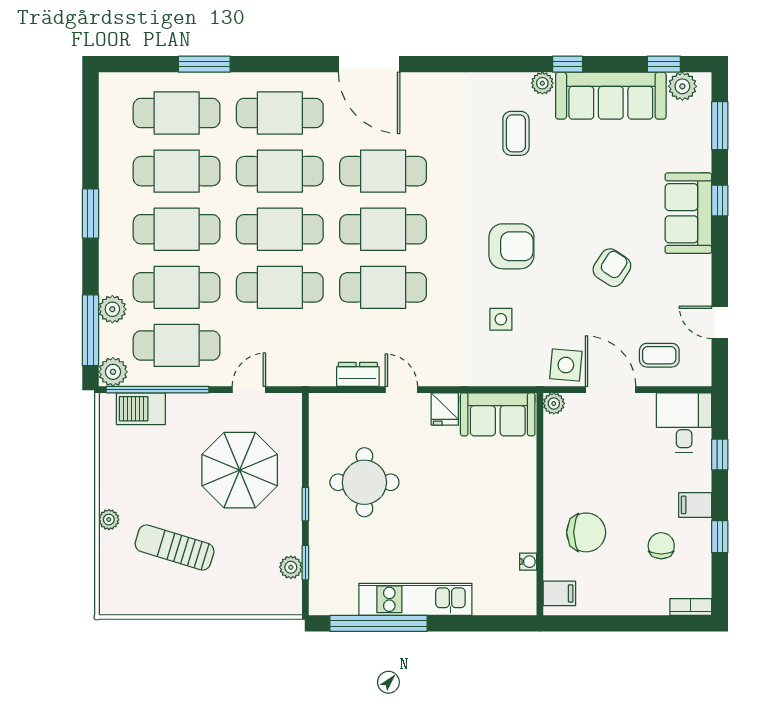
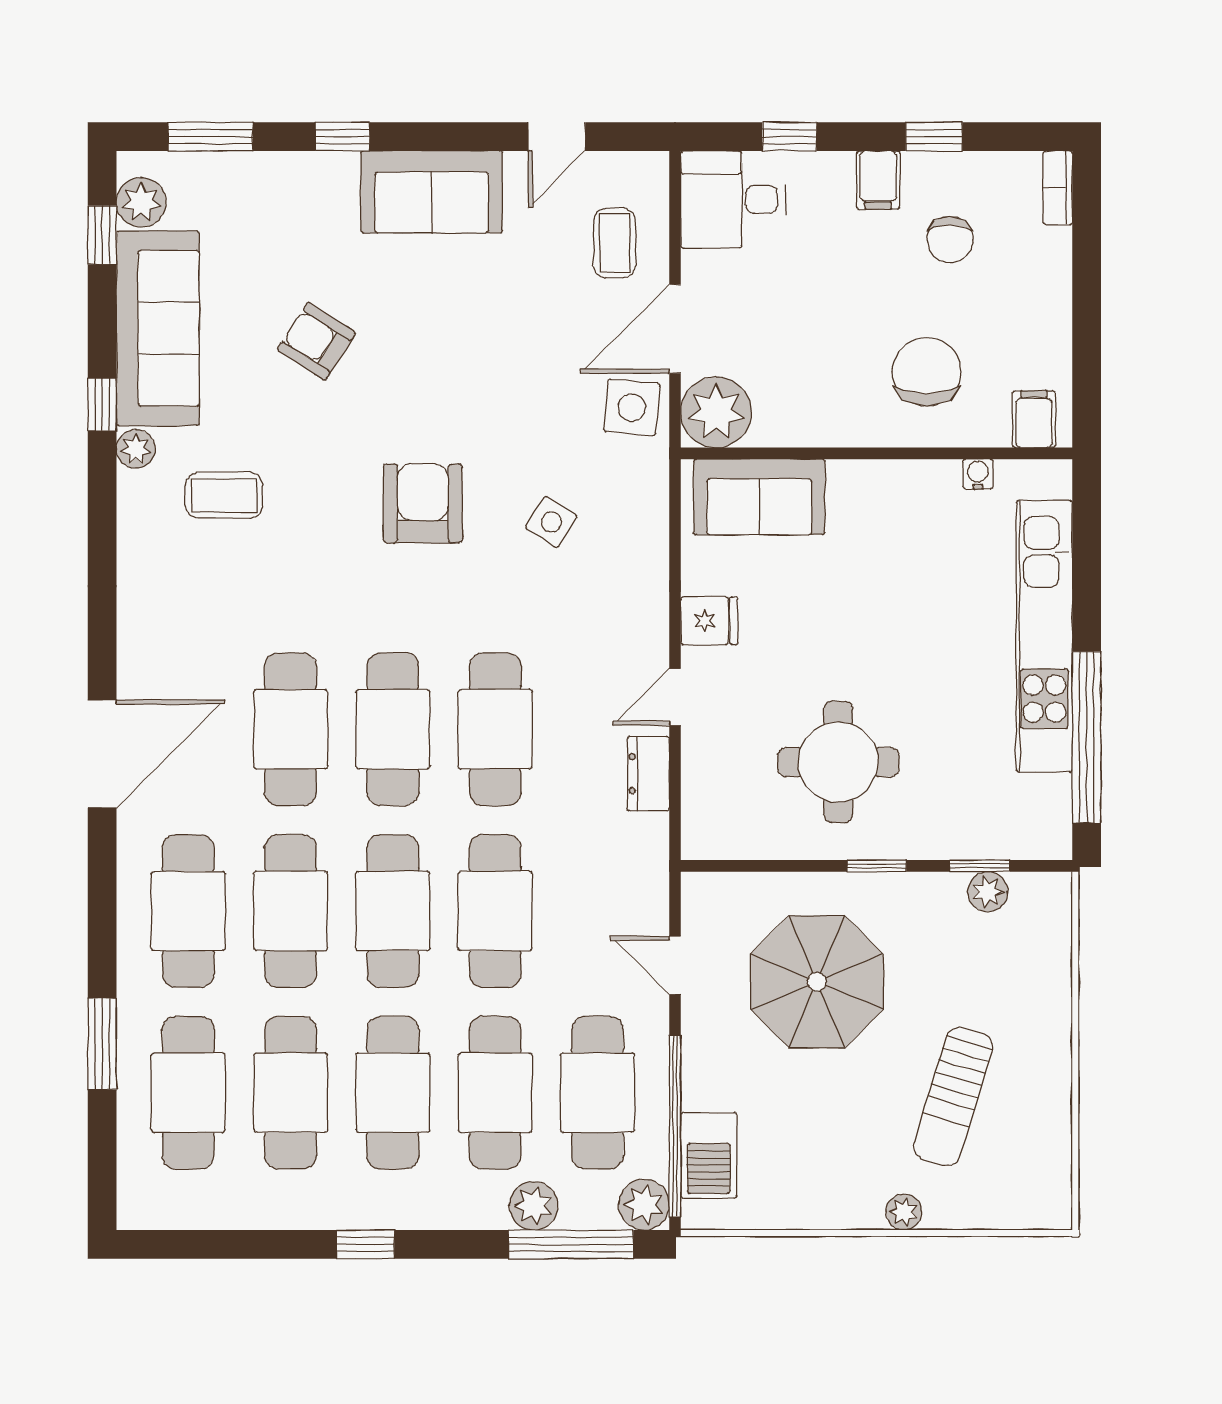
sofa: (688, 213) -> (432, 192), moved
window: (90, 214) -> (365, 1244), width x0.67
armchair: (612, 268) -> (317, 341), moved
side table: (501, 319) -> (551, 522), turned 32
plant: (554, 403) -> (716, 412), width x1.88, depth x1.88
sofa: (498, 414) -> (759, 497), moved, turned 90
chair: (661, 546) -> (950, 240), turned -90
kitchen unit: (415, 599) -> (1044, 636), width x1.36

